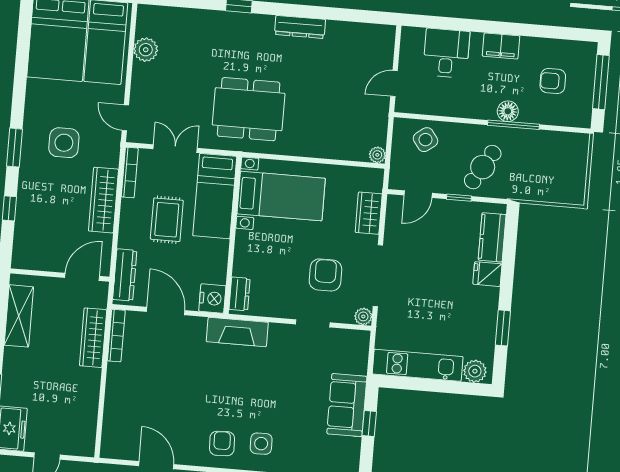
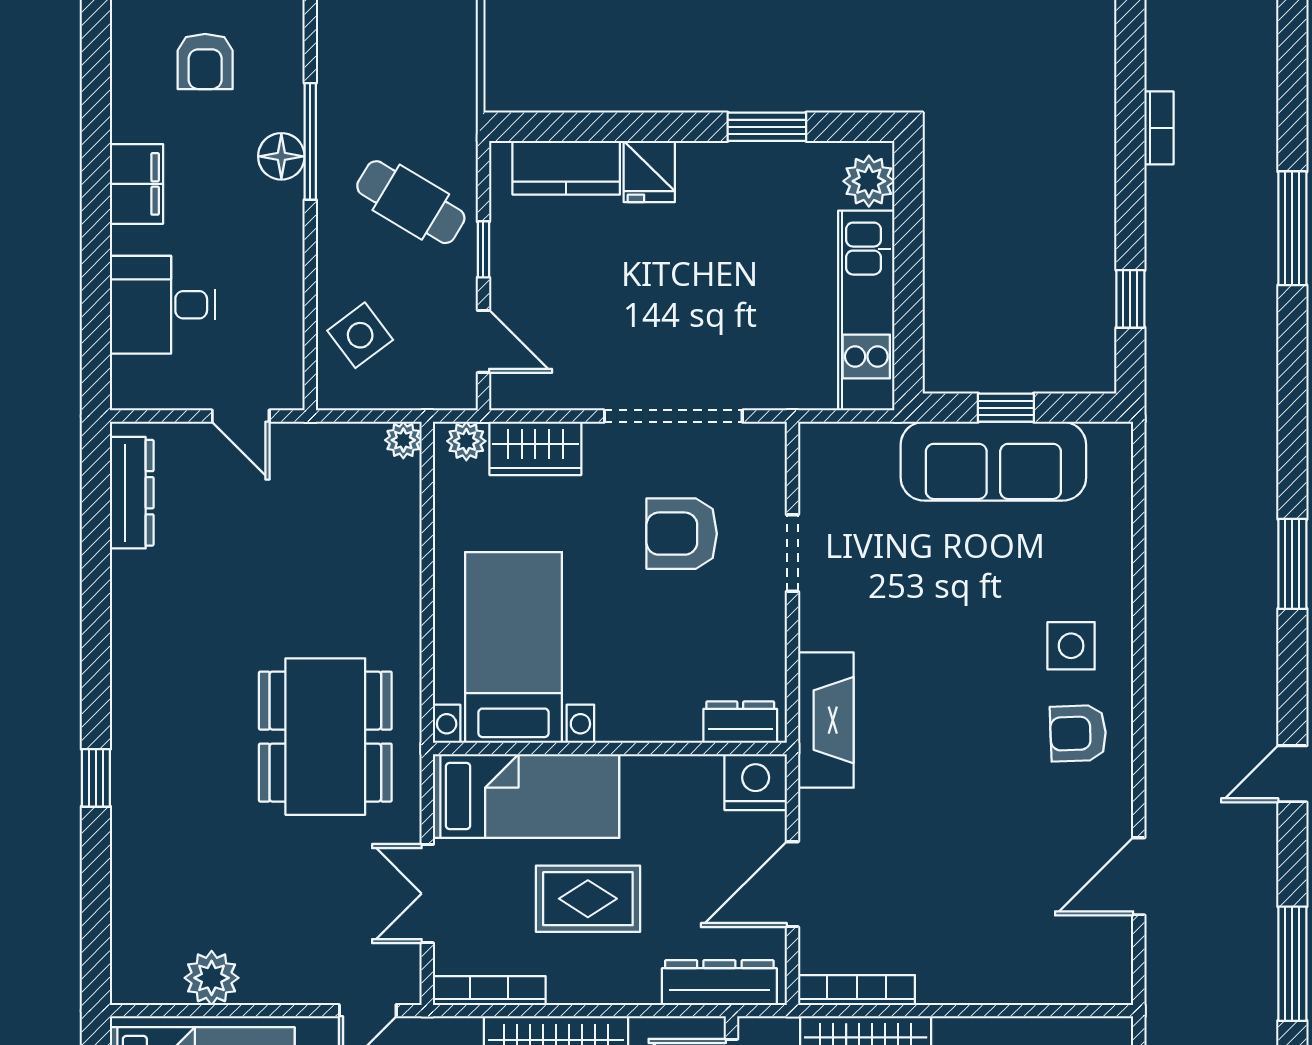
dresser: (300, 27) -> (132, 493), moved
plant: (363, 316) -> (466, 441), moved
sofa: (347, 405) -> (993, 461), width x1.36

